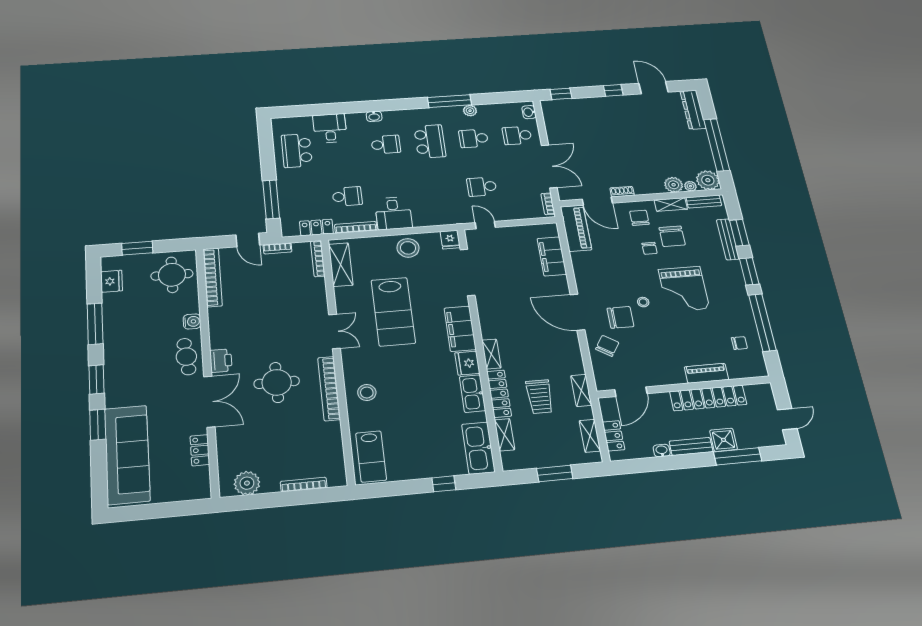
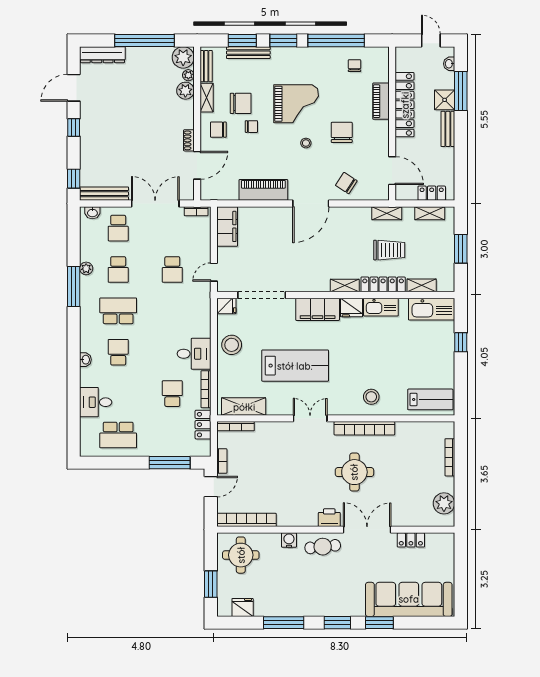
bench: (551, 121) -> (104, 194), added
piano: (576, 228) -> (263, 190), moved
filing cabinet: (552, 256) -> (227, 226), moved, turned -90
chair: (620, 317) -> (342, 132), moved
washbasin: (662, 451) -> (449, 64), moved

